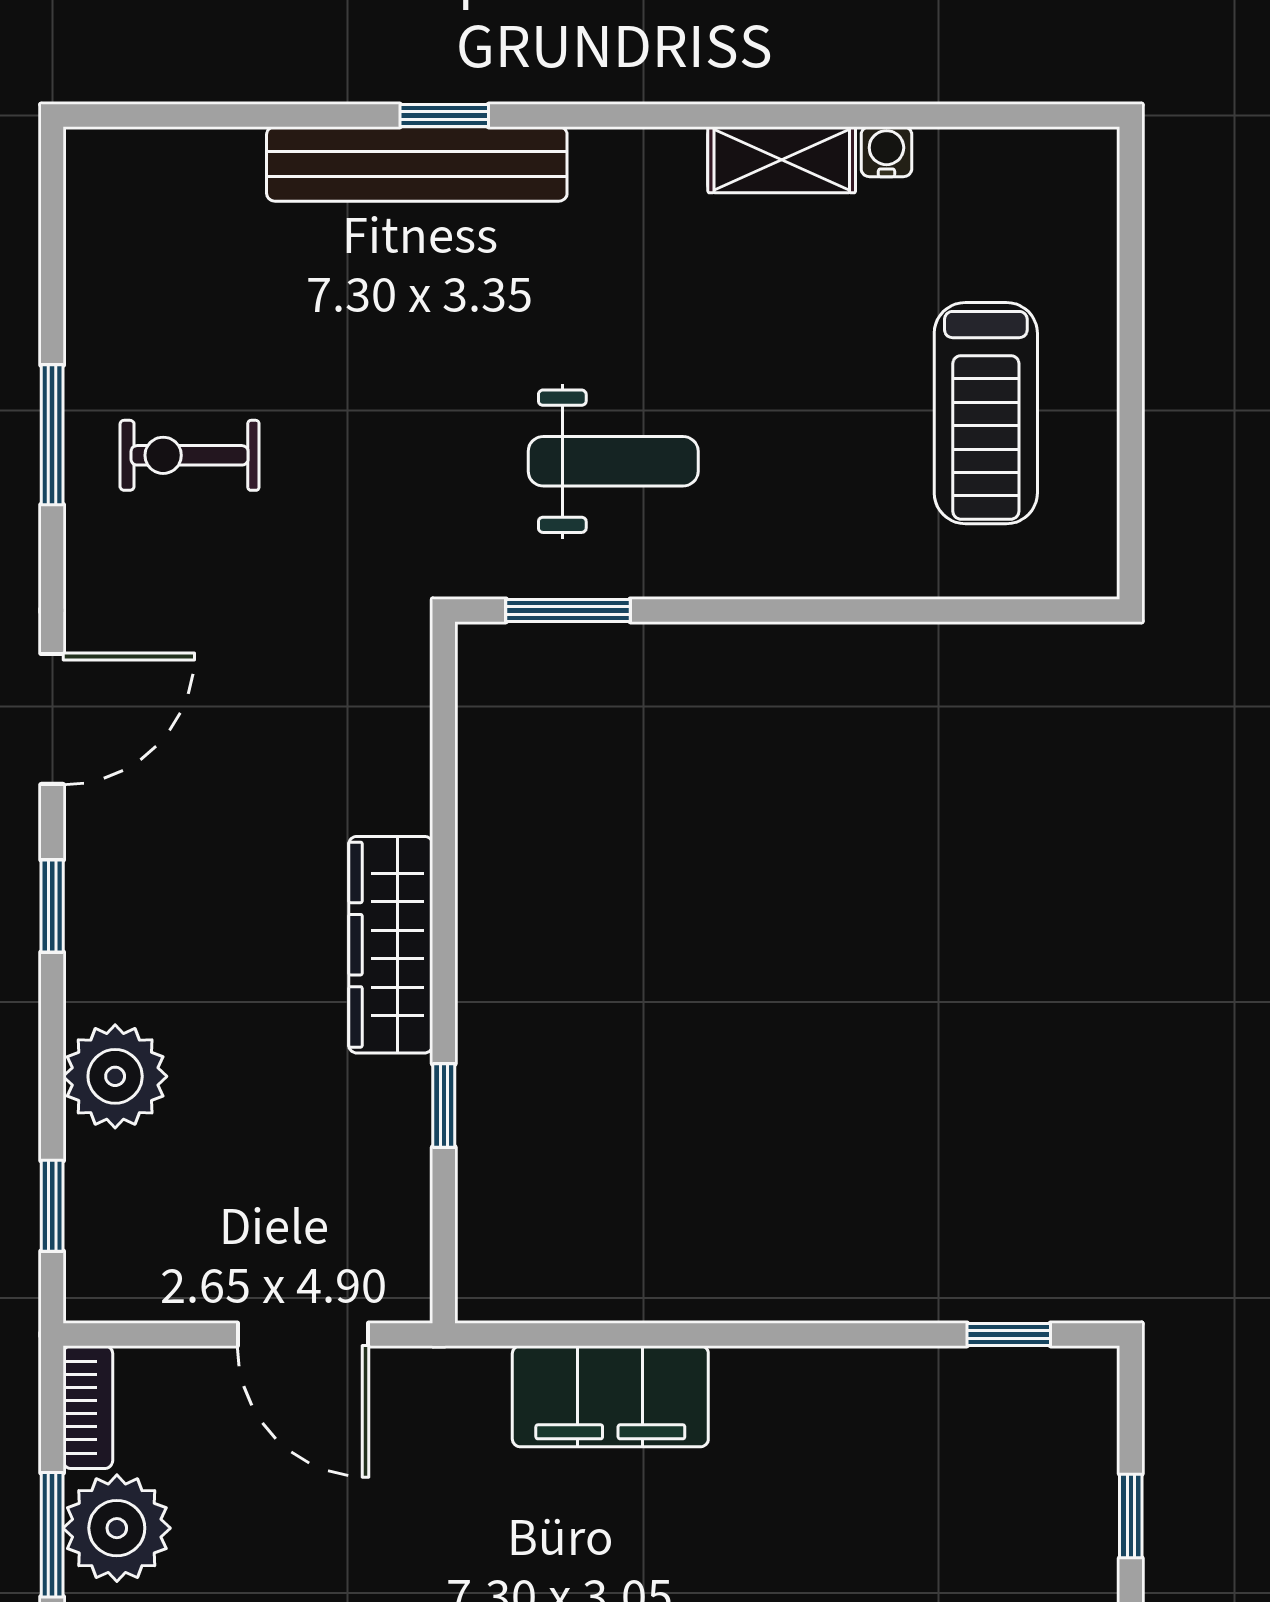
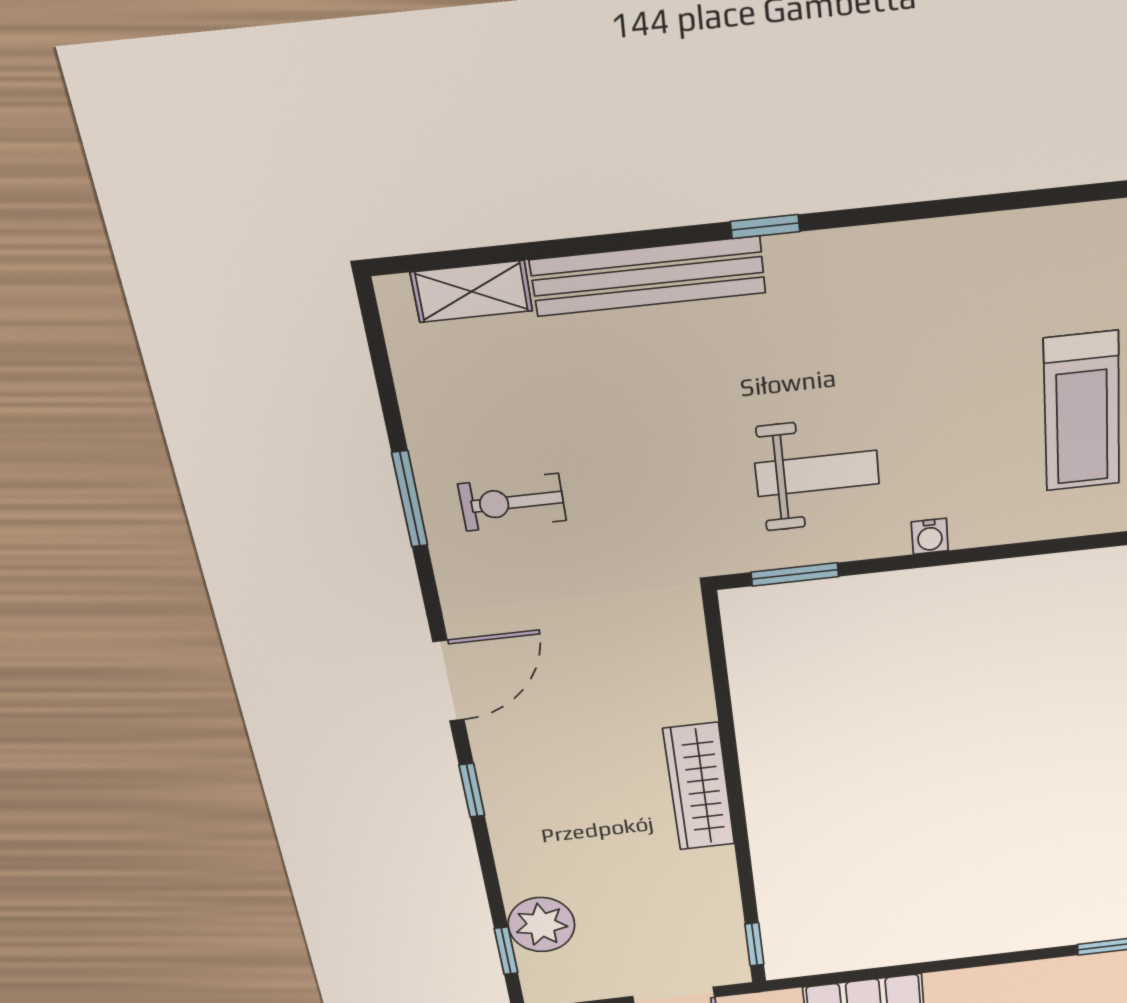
window: (444, 115) -> (765, 227), moved
water cooler: (886, 152) -> (930, 536), moved, turned 180
shelving: (782, 160) -> (472, 292), moved
plant: (115, 1076) -> (541, 925), moved
window: (444, 1105) -> (754, 944), moved

